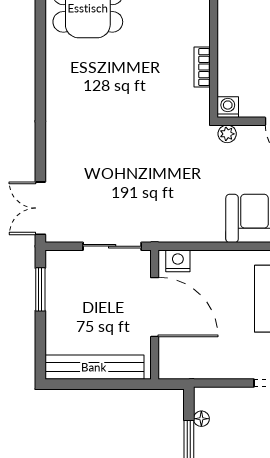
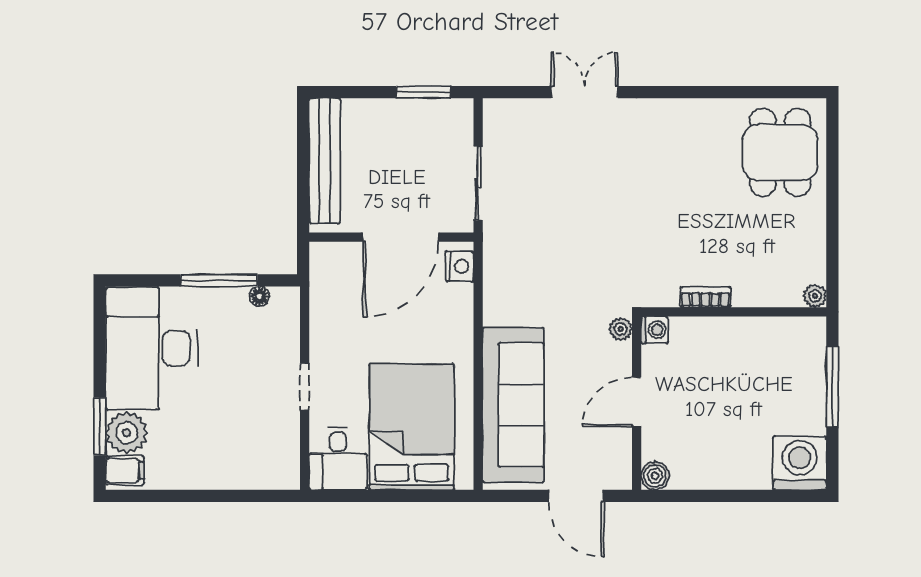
double door: (40, 208) -> (584, 92), moved

